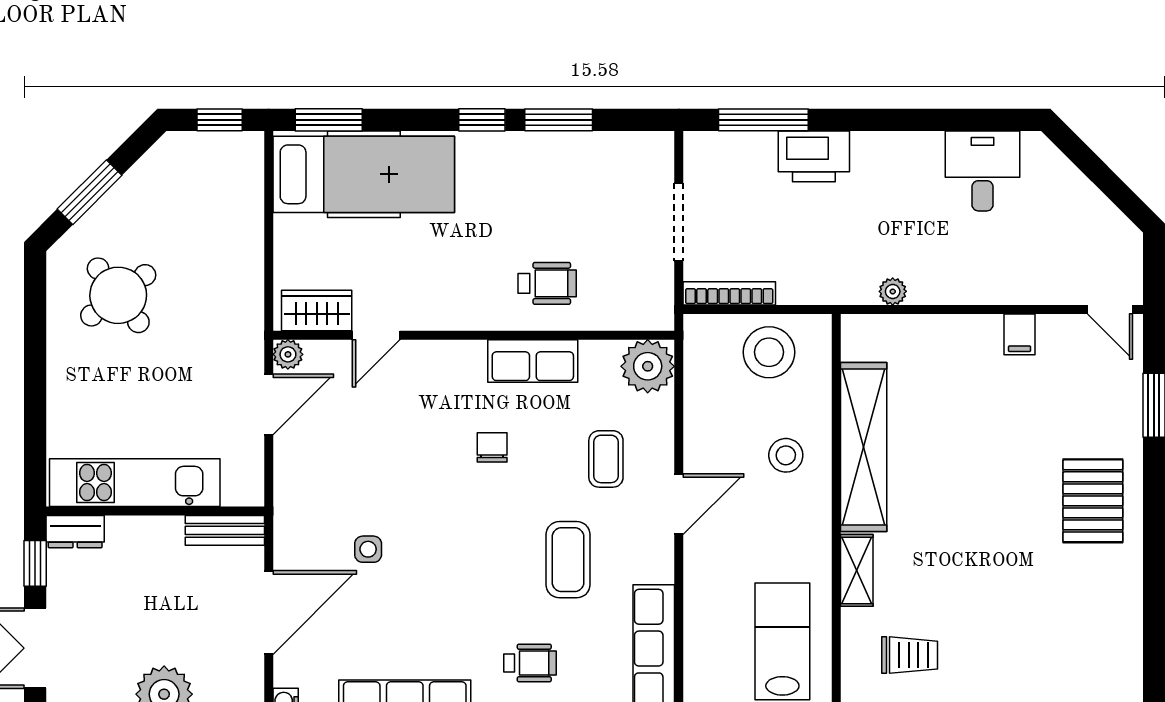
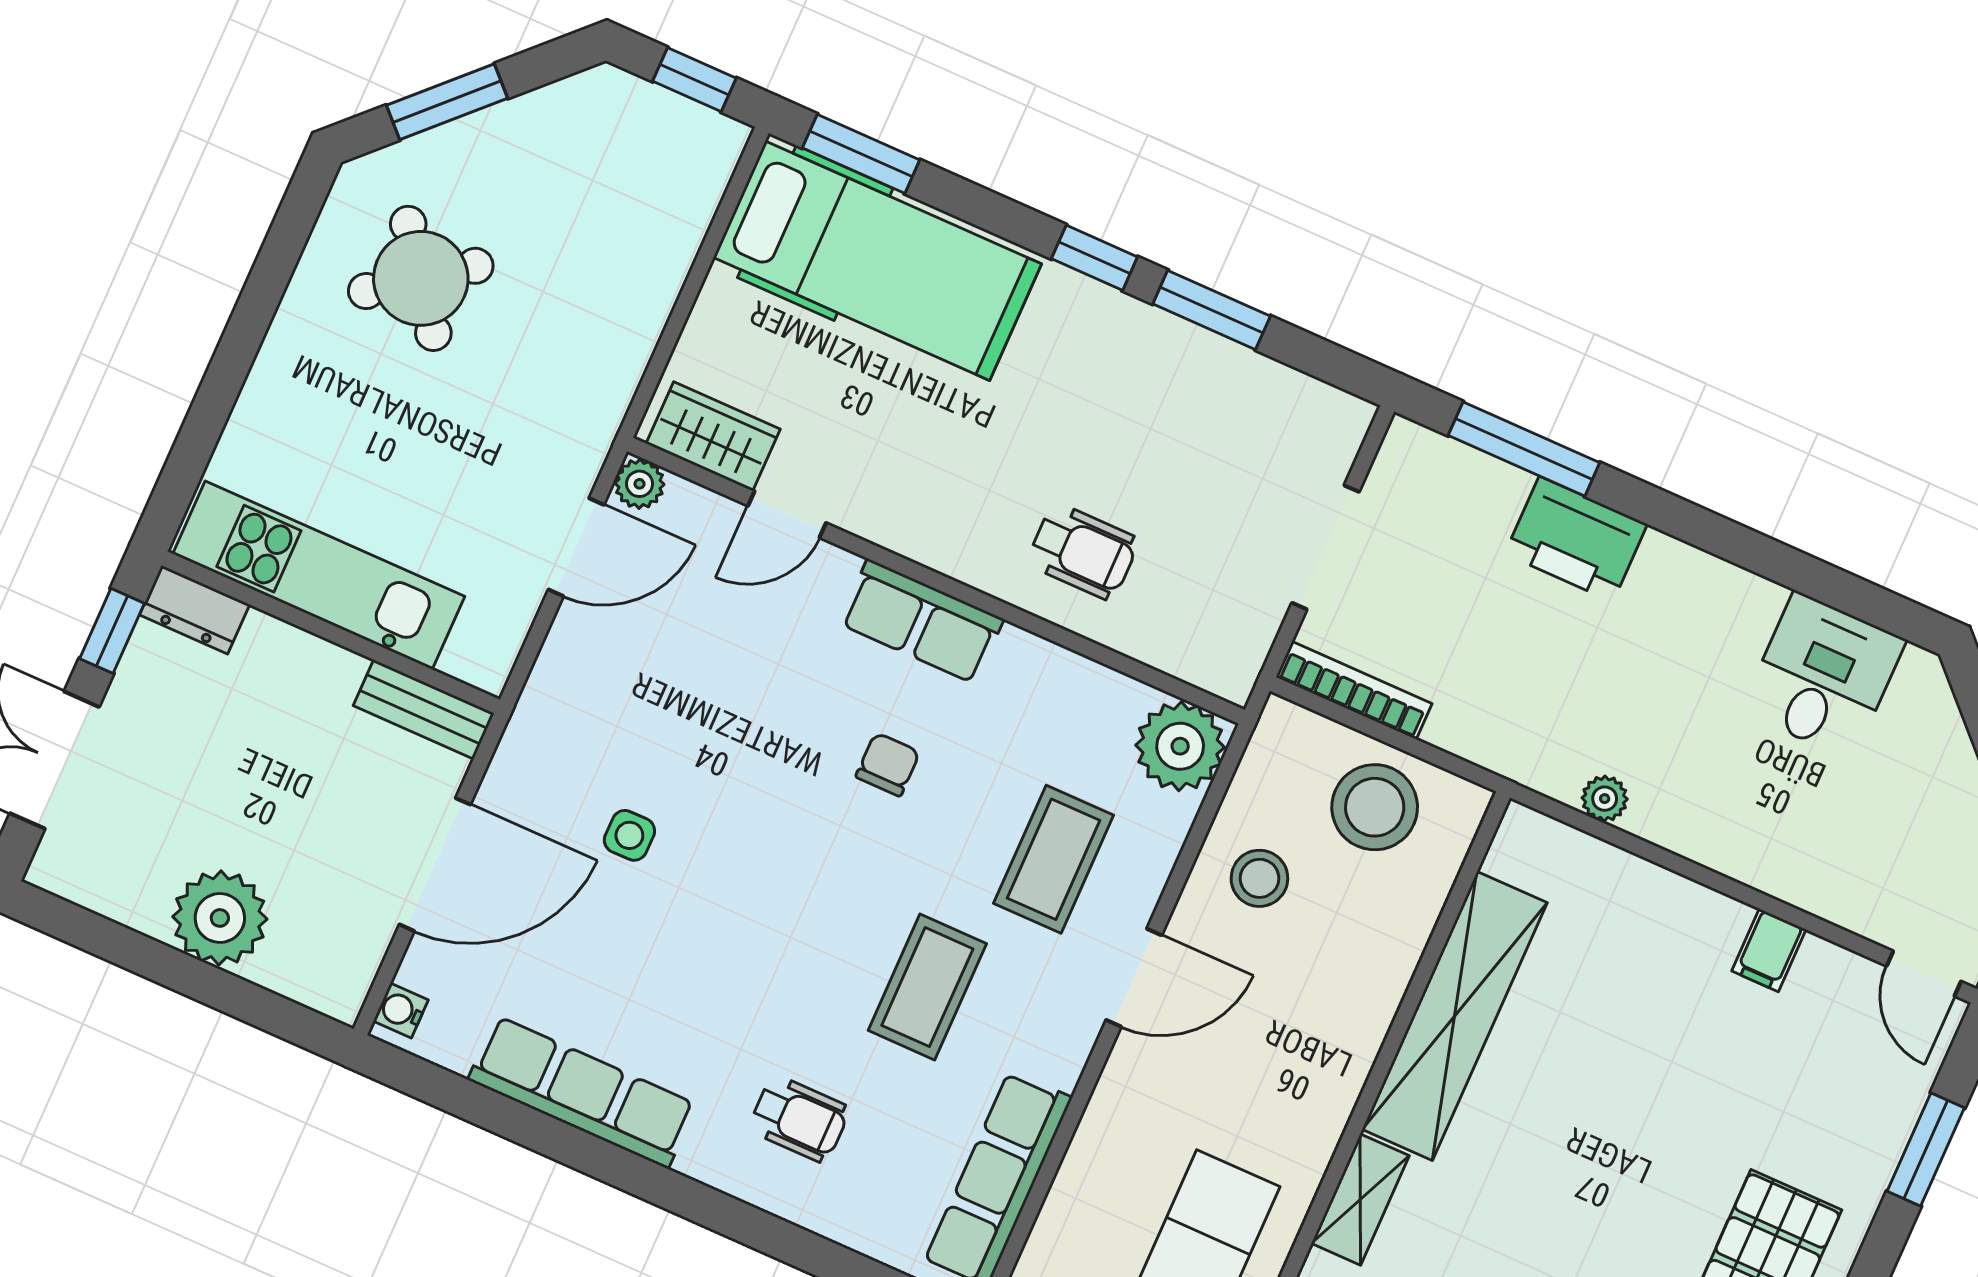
row of seats: (533, 361) -> (921, 621), moved
stool: (786, 455) -> (1259, 878), moved
coffee table: (606, 459) -> (1054, 859), width x1.36, depth x1.30

